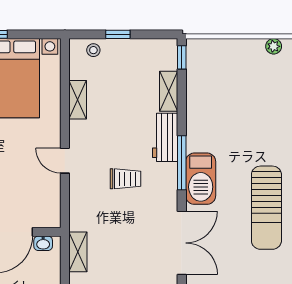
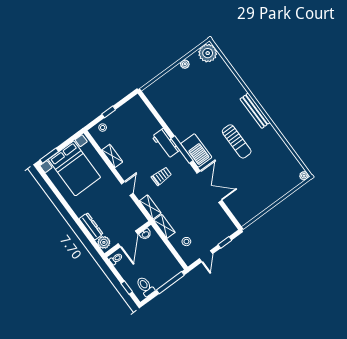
window: (182, 57) -> (146, 101), removed
shelving: (169, 91) -> (150, 207), moved
door: (65, 161) -> (127, 188), swing flipped
sun lounger: (266, 208) -> (237, 141), width x0.73, depth x0.75

